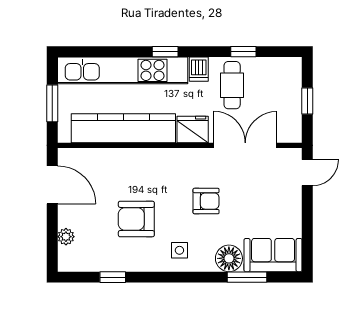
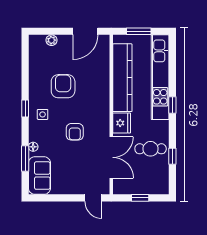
dishwasher: (199, 69) -> (161, 127), removed
floor lamp: (229, 258) -> (33, 147), width x0.53, depth x0.53
window: (113, 277) -> (25, 108), moved

